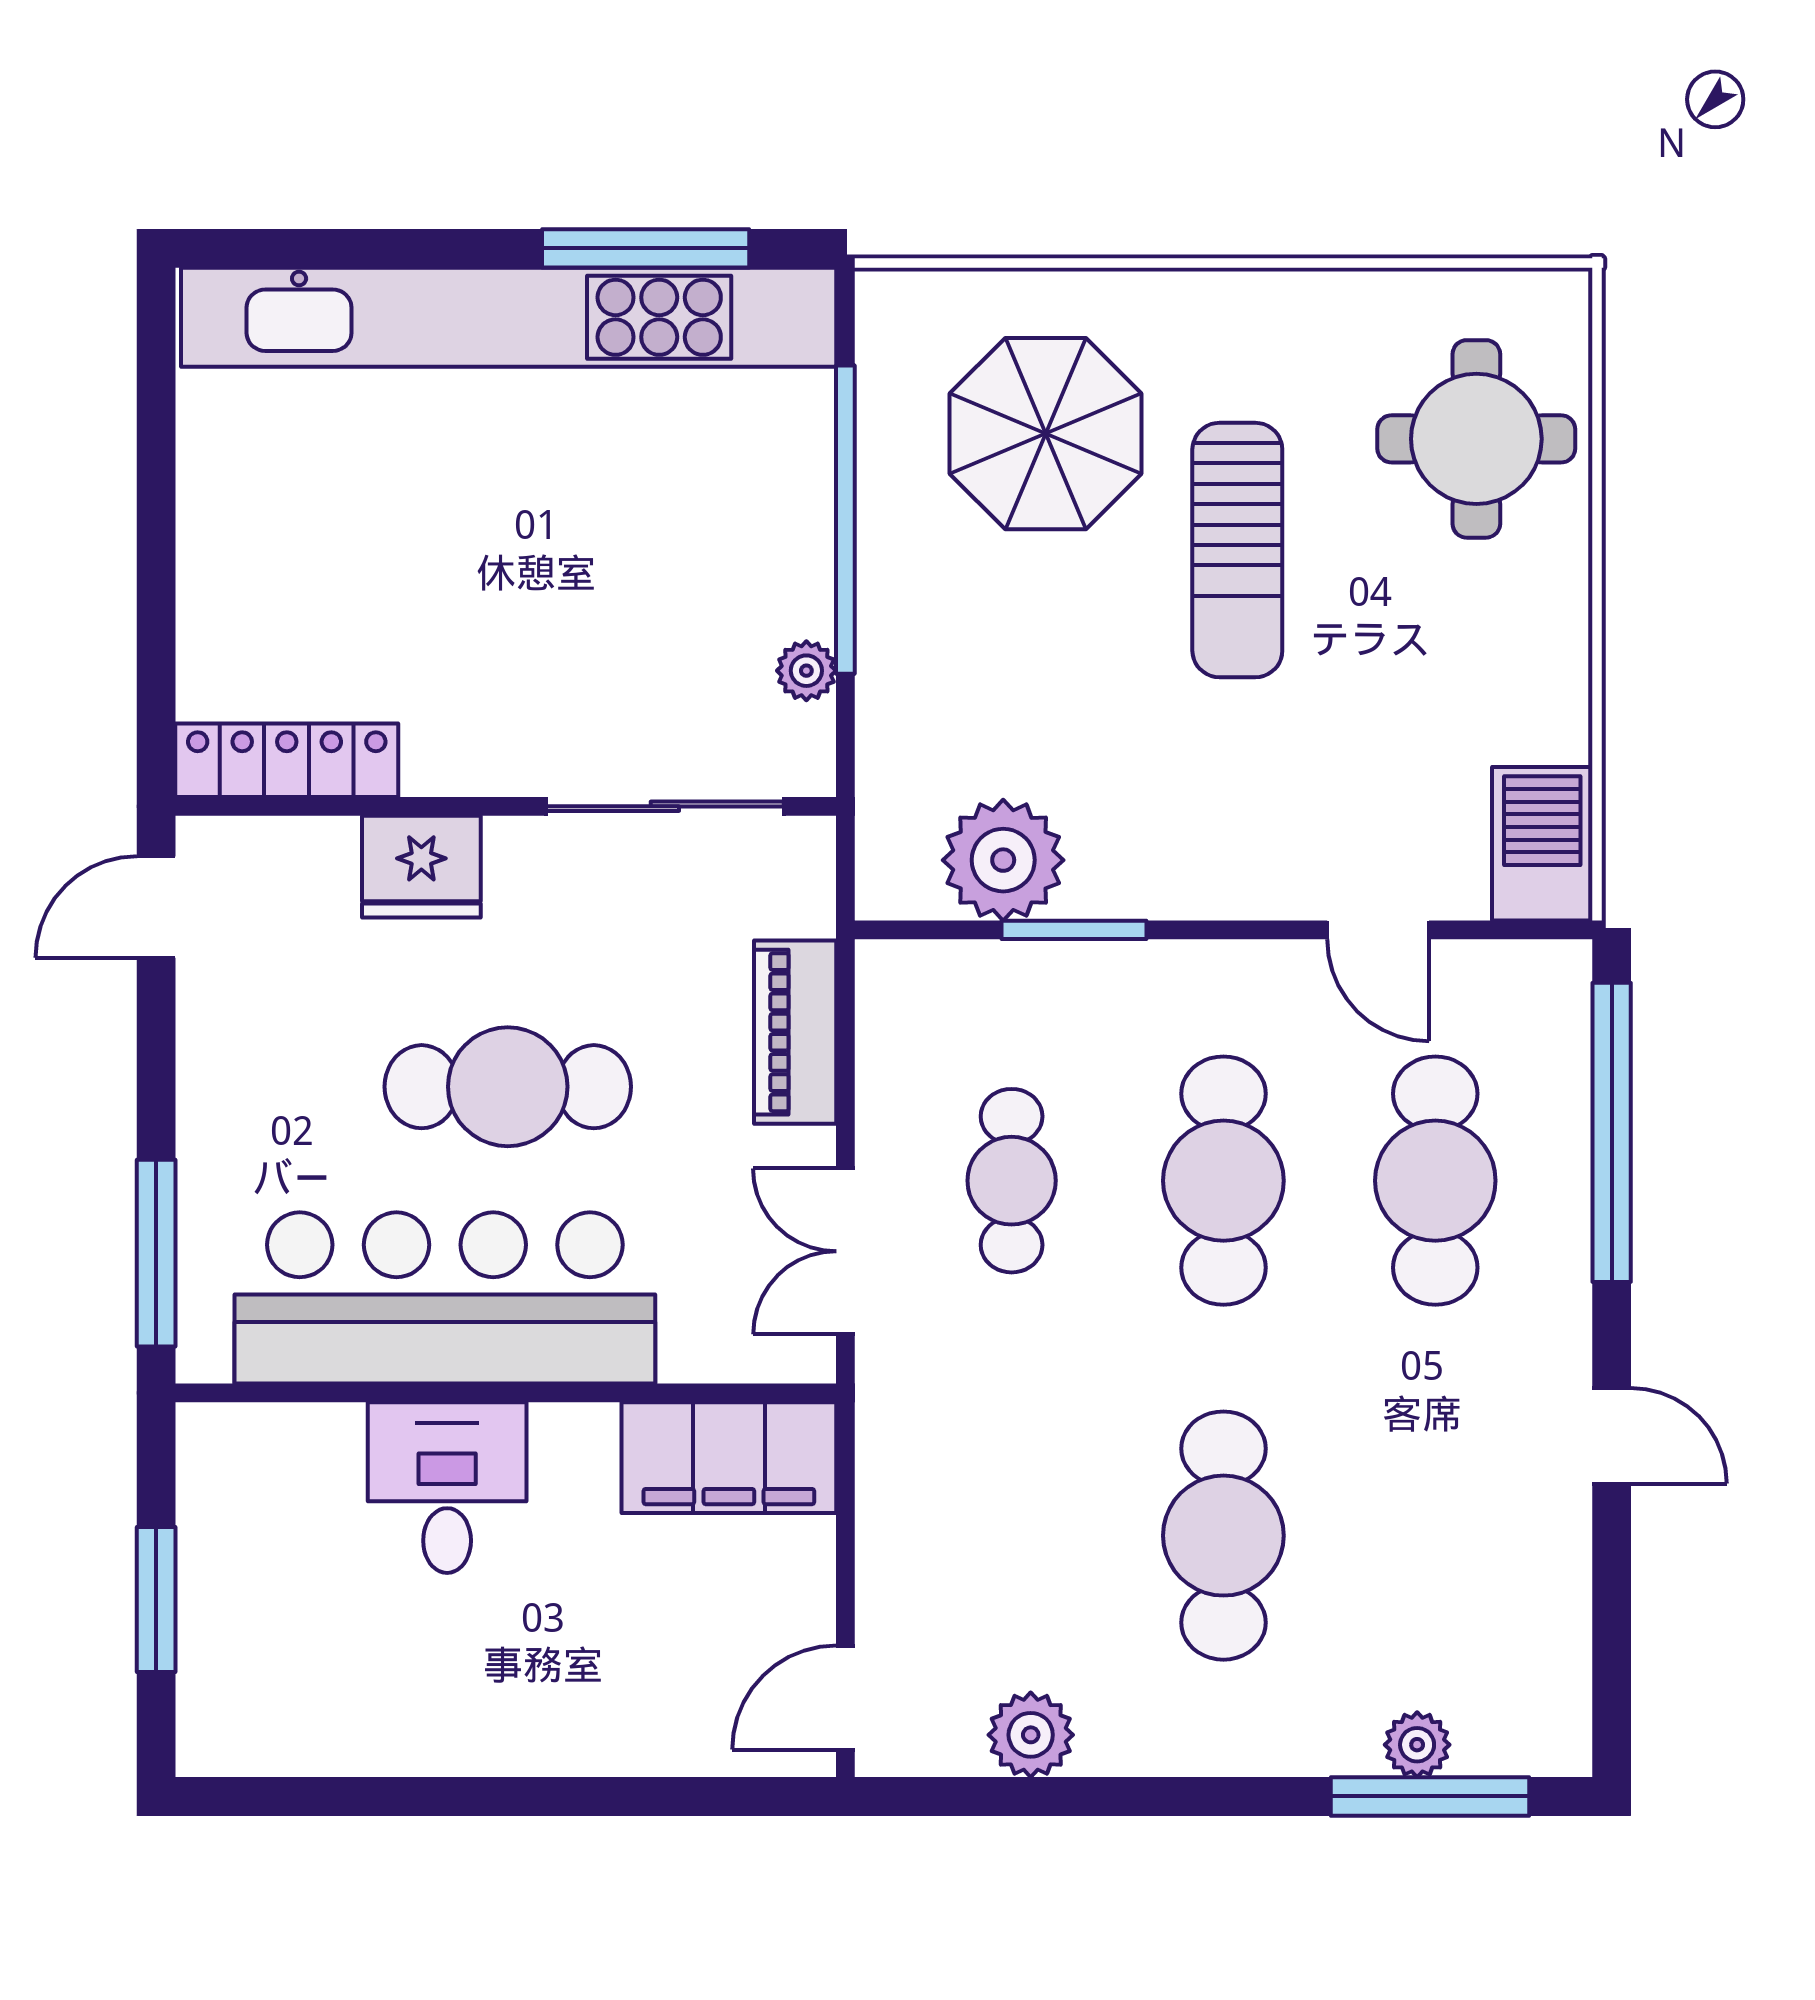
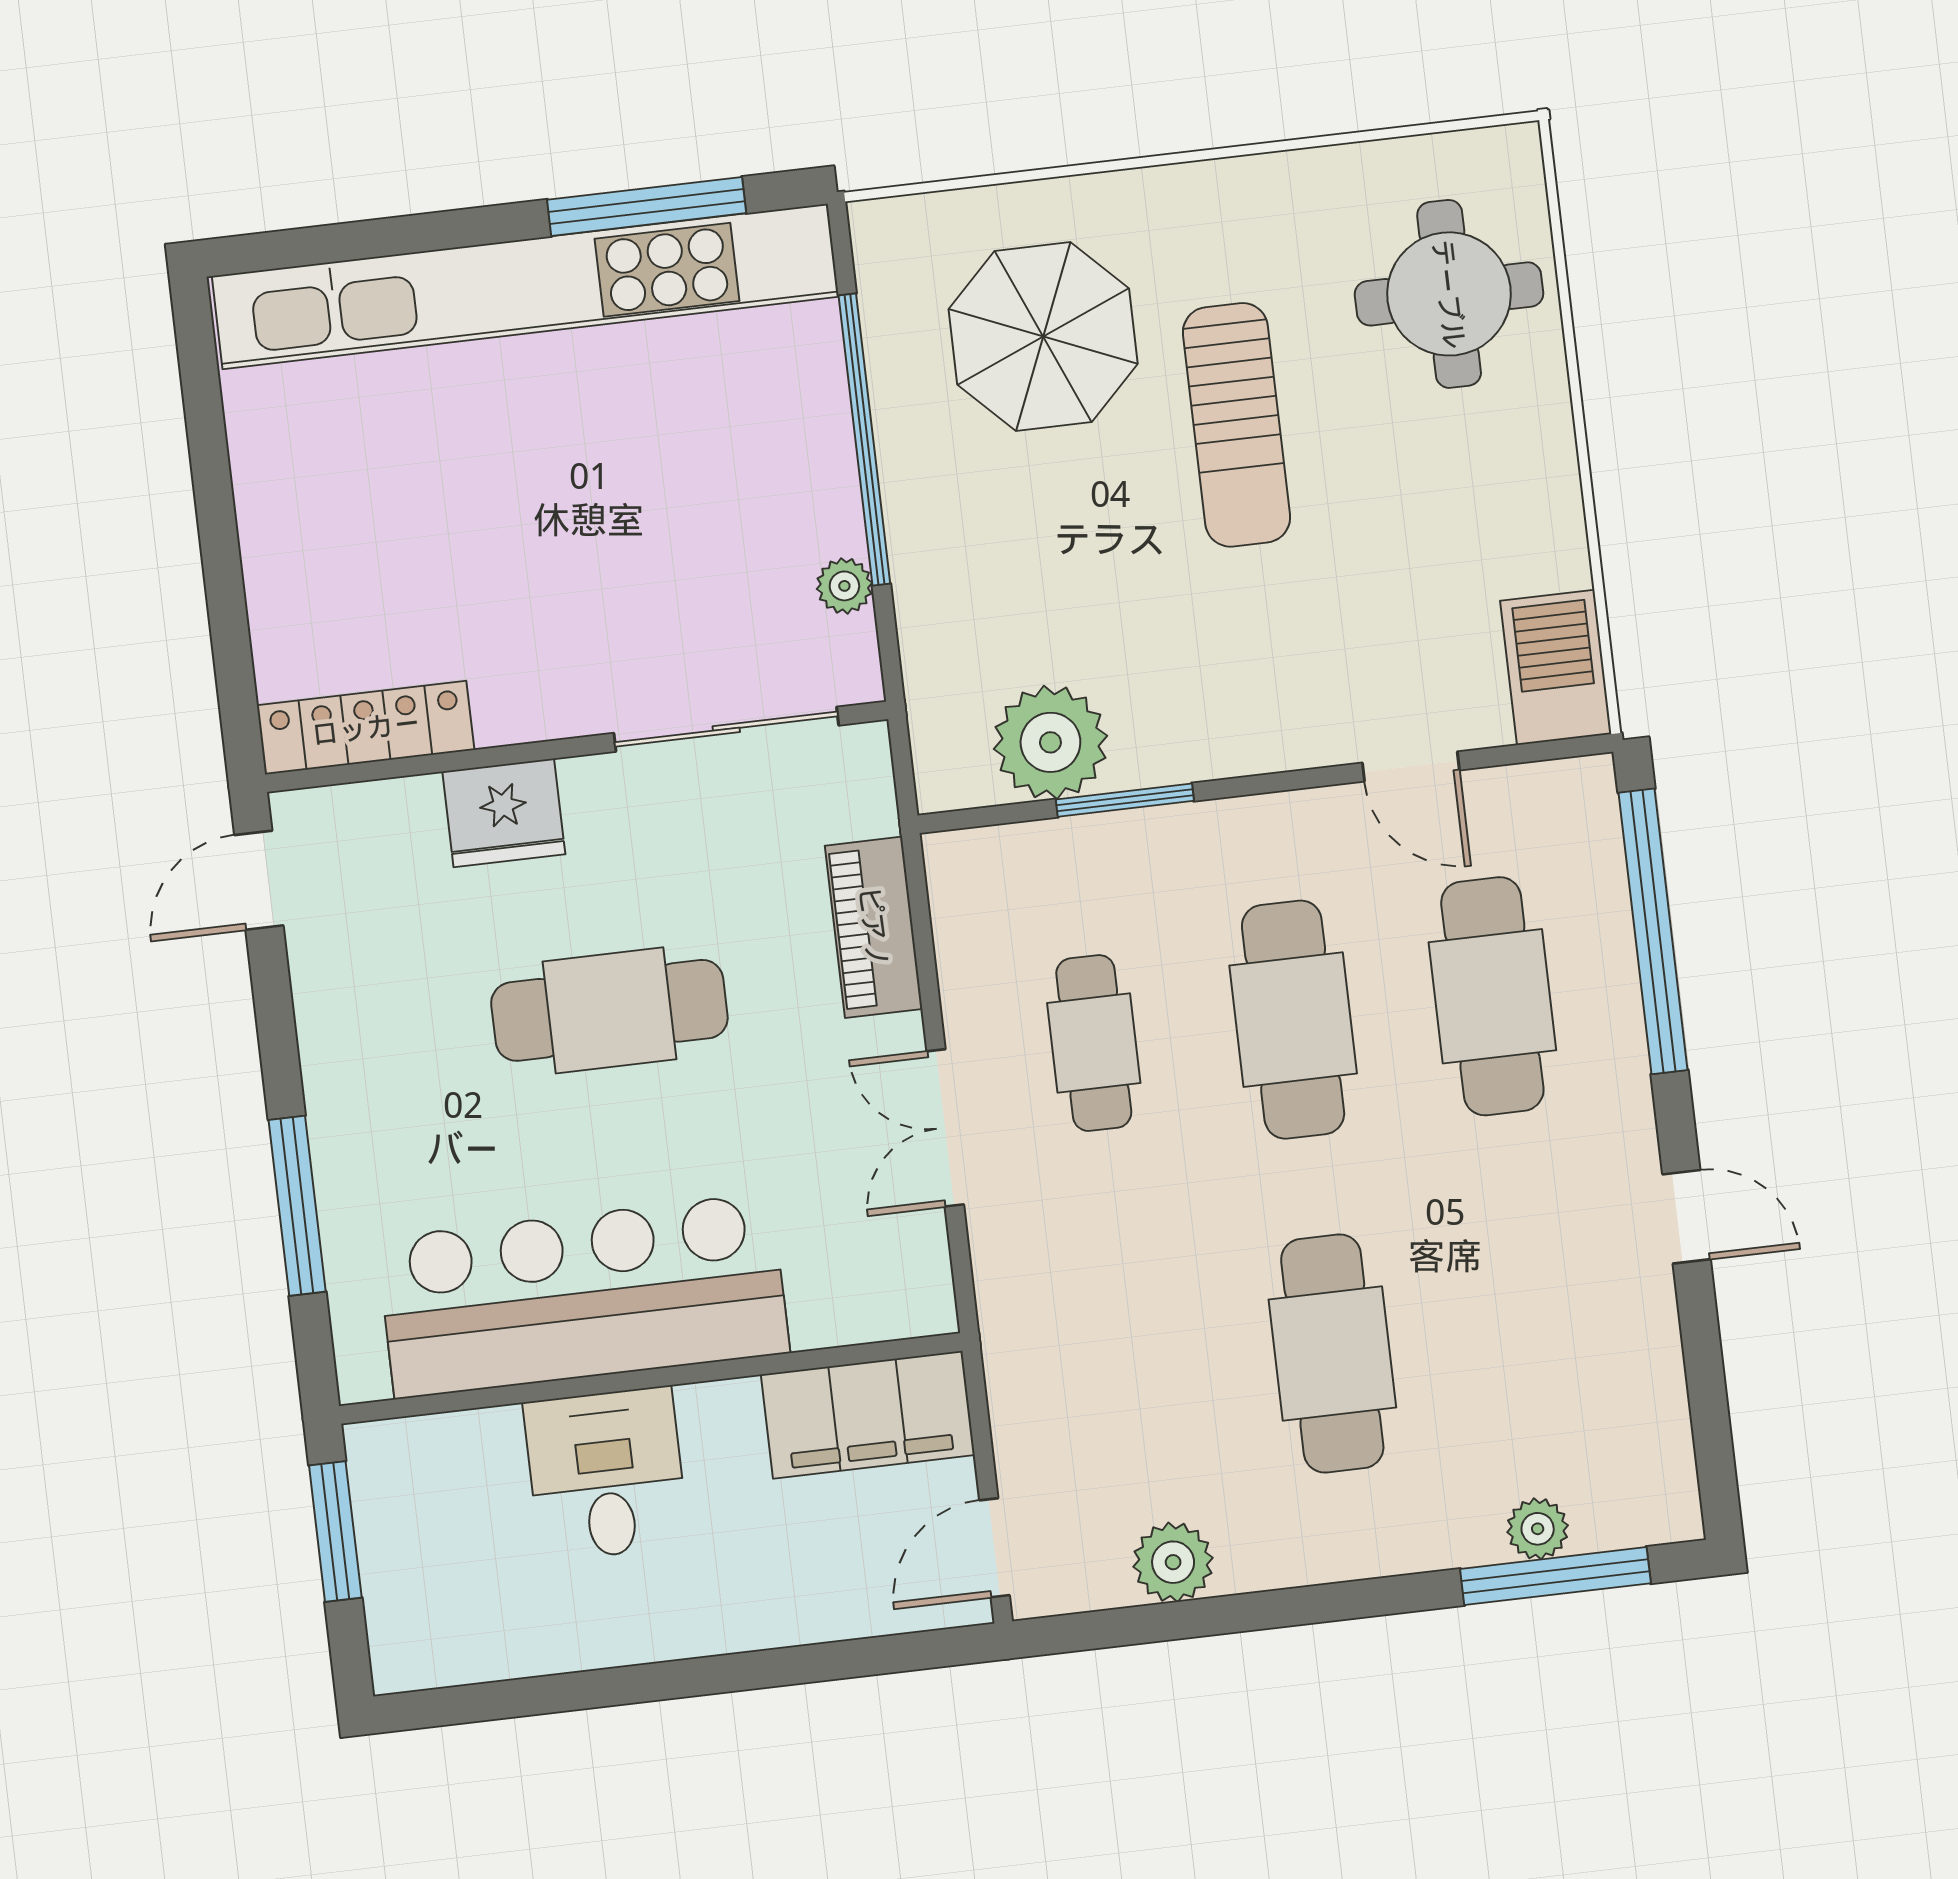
bar counter: (445, 1298) -> (583, 1296), moved
wall: (506, 1393) -> (651, 1378), moved
filing cabinet: (729, 1458) -> (868, 1415), moved
desk: (447, 1488) -> (606, 1474), moved

